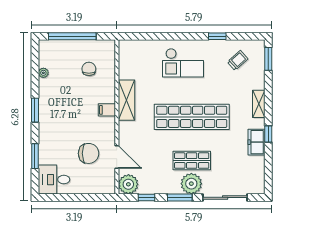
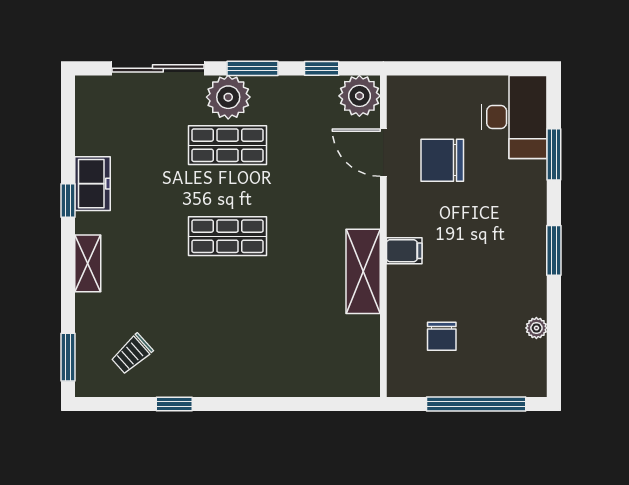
checkout: (183, 63) -> (246, 349), removed
shop shelf: (192, 117) -> (227, 236), width x0.50, depth x0.74
desk: (54, 180) -> (514, 117), width x1.37

